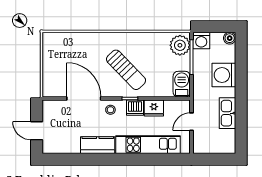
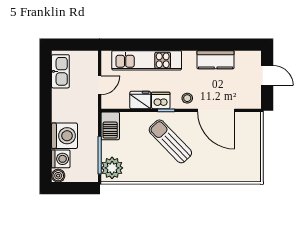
washing machine: (201, 41) -> (61, 159), moved, turned 90
kitchen sink: (228, 113) -> (60, 71), moved
kitchen counter: (98, 145) -> (216, 60), moved

